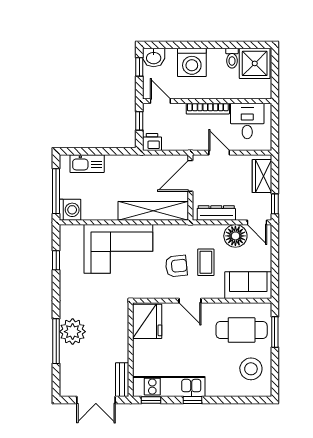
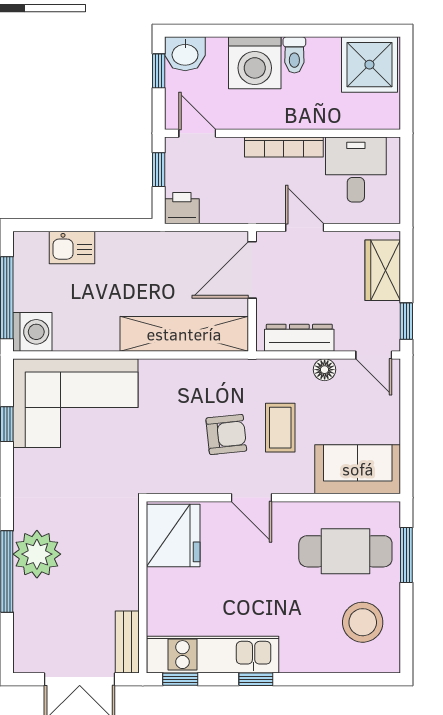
toilet: (232, 58) -> (294, 55), moved
kitchen sink: (87, 164) -> (72, 247), width x0.73
floor lamp: (235, 236) -> (325, 370), width x0.53, depth x0.53
corner sofa: (118, 249) -> (75, 403), moved

